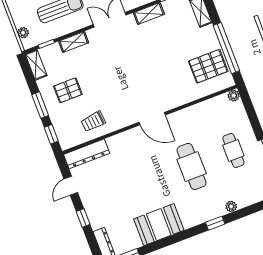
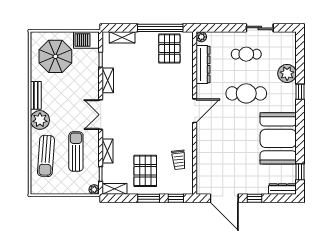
plant: (23, 33) -> (94, 190), moved
pallet: (68, 90) -> (145, 171), width x1.50, depth x1.42
dresser: (87, 154) -> (203, 65), moved
door: (71, 186) -> (224, 198), width x1.87
plant: (231, 206) -> (287, 73), width x1.87, depth x1.87
booth: (159, 225) -> (278, 138), width x1.36, depth x1.42

